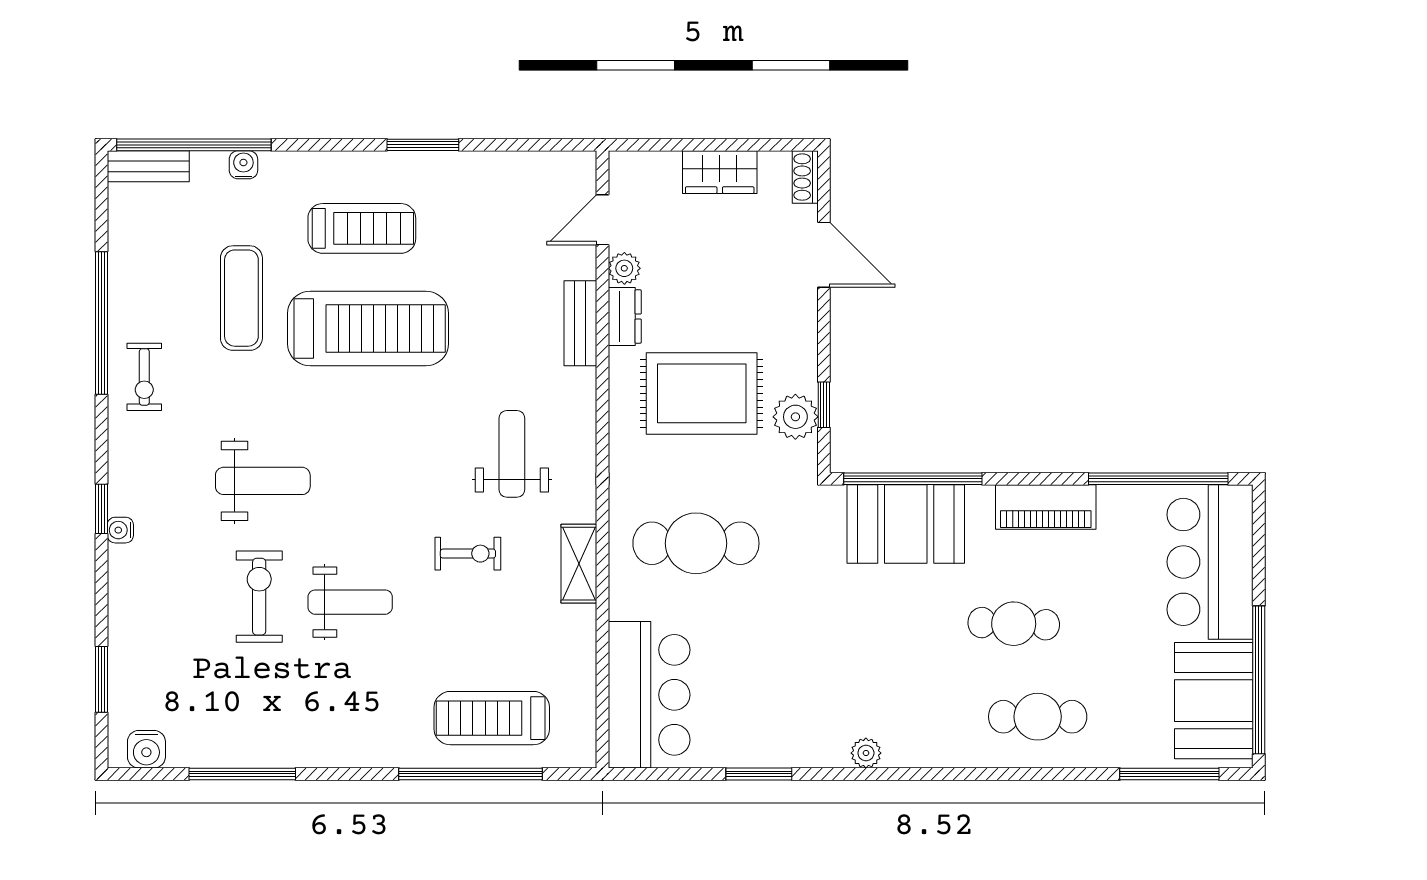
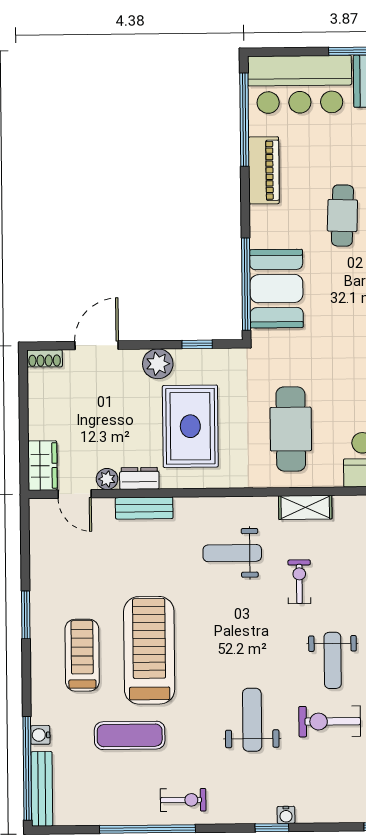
bench: (148, 166) -> (42, 789), width x1.36
wardrobe: (720, 172) -> (42, 466), moved
plant: (795, 417) -> (158, 364), moved
piano: (1046, 507) -> (264, 170), moved
weight bench: (350, 602) -> (333, 660), turned 180

